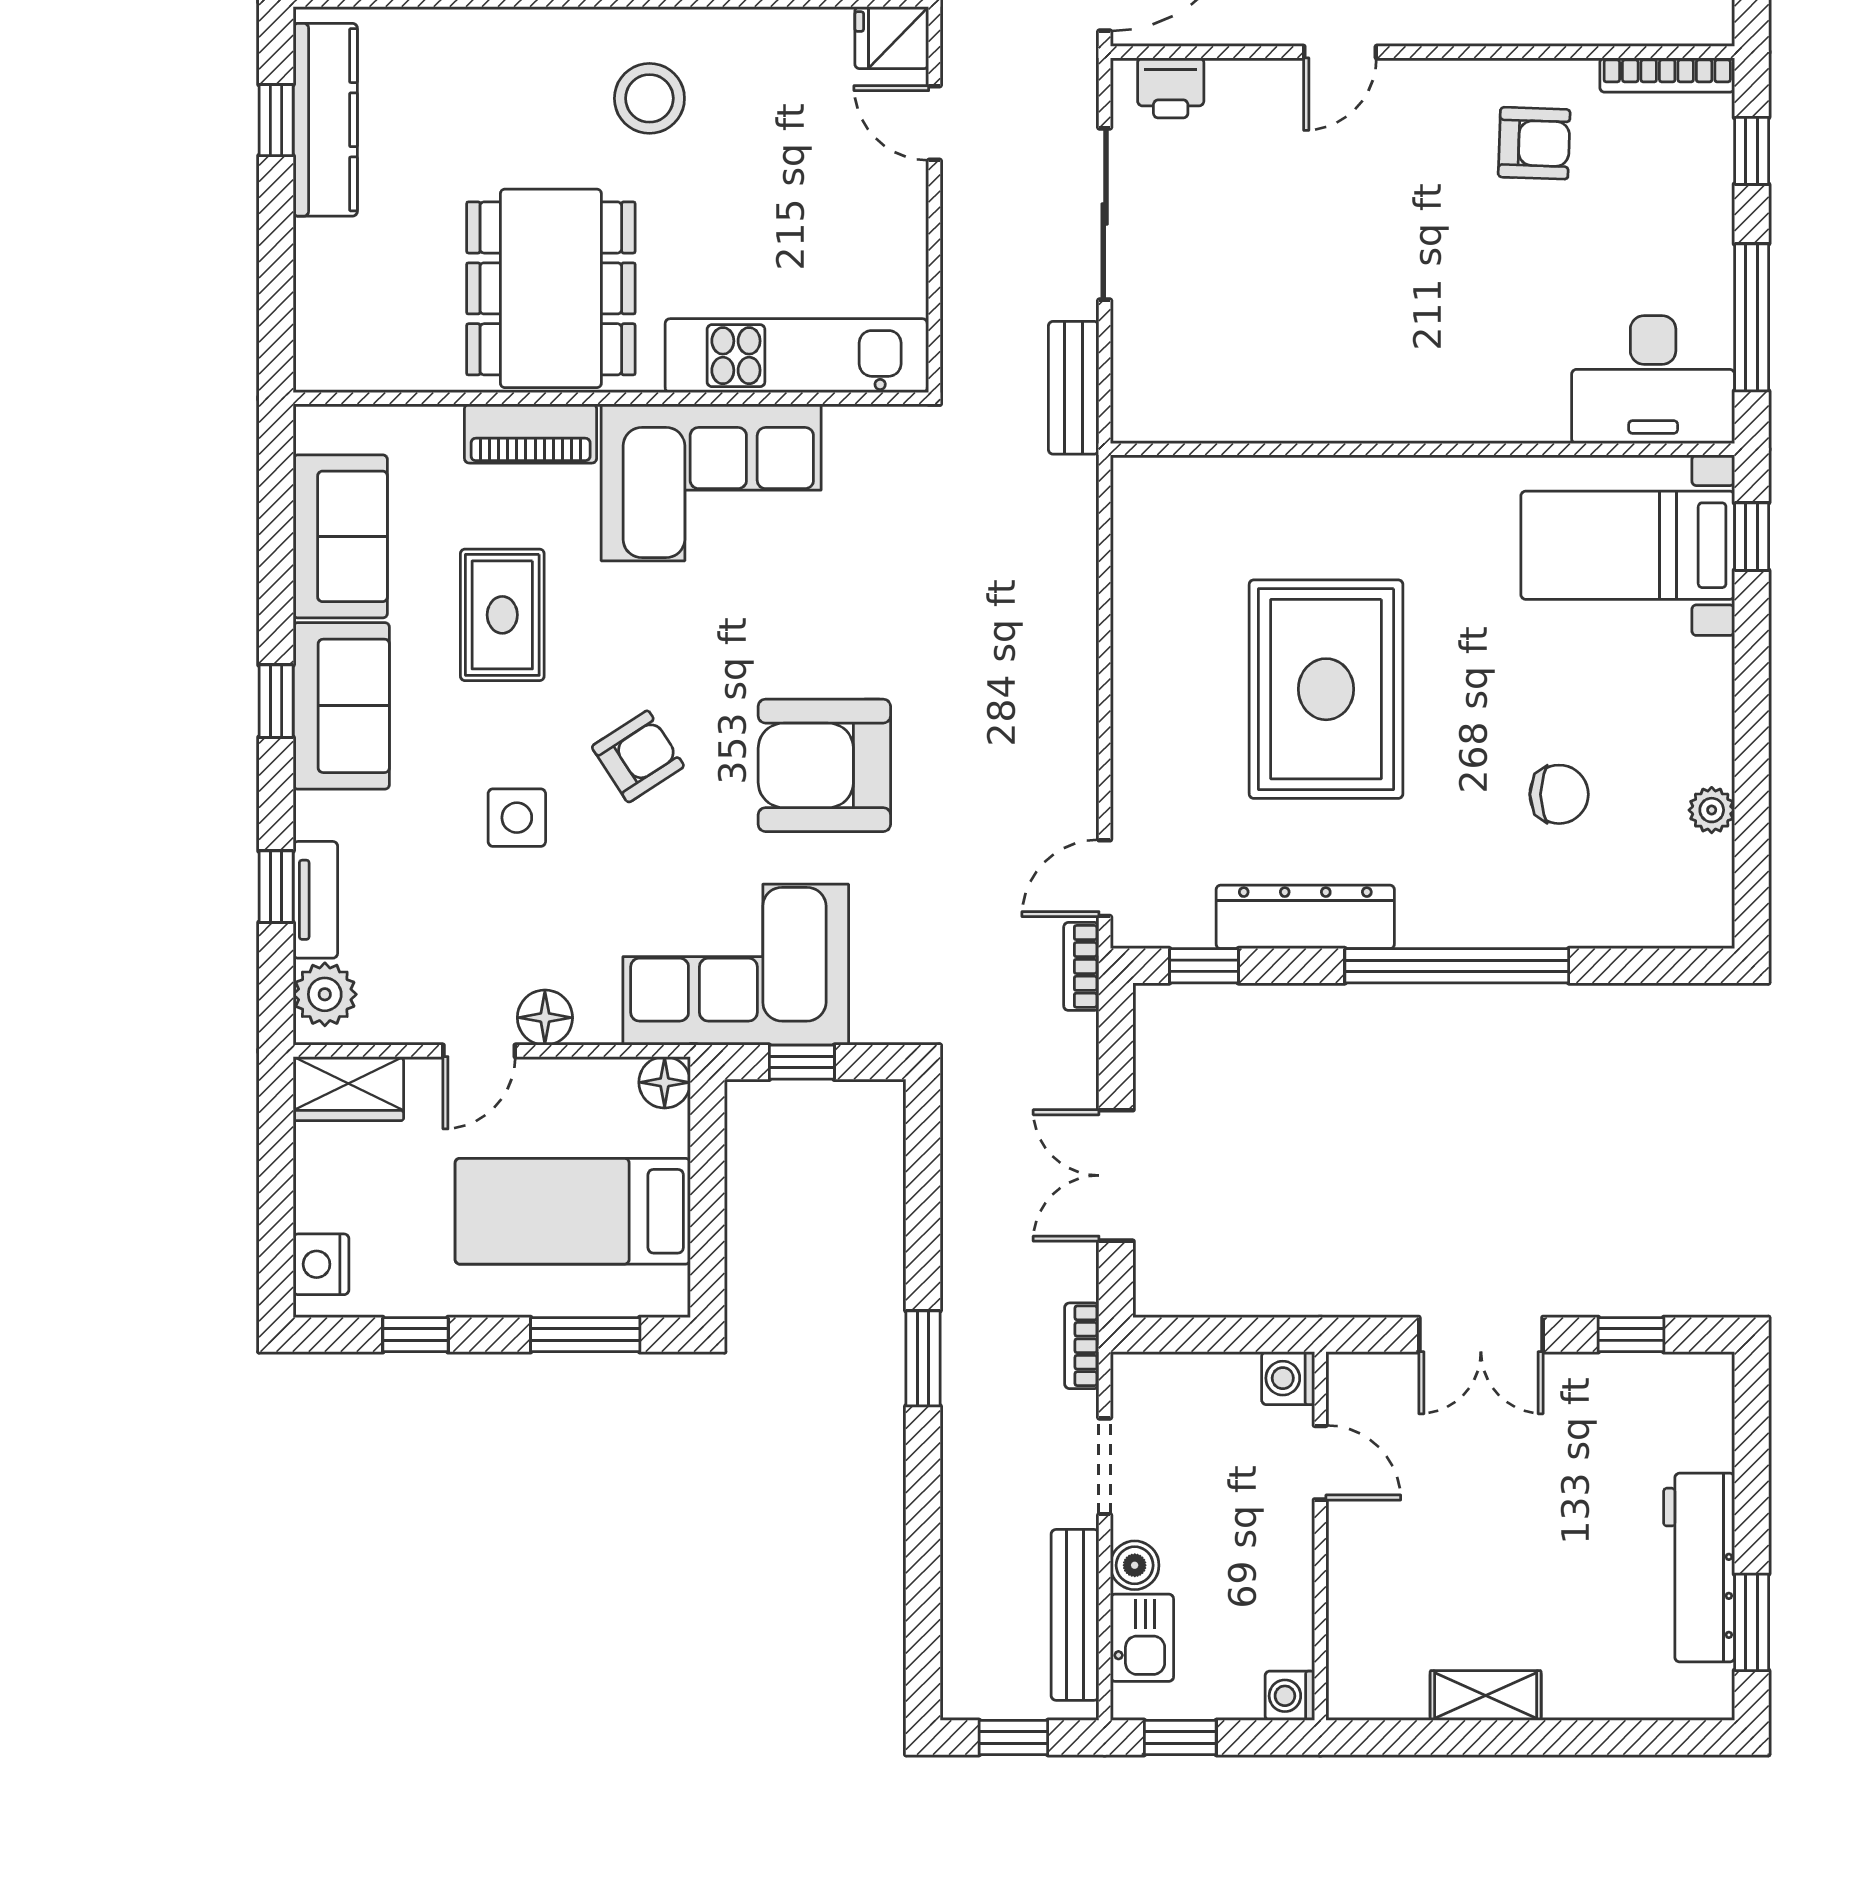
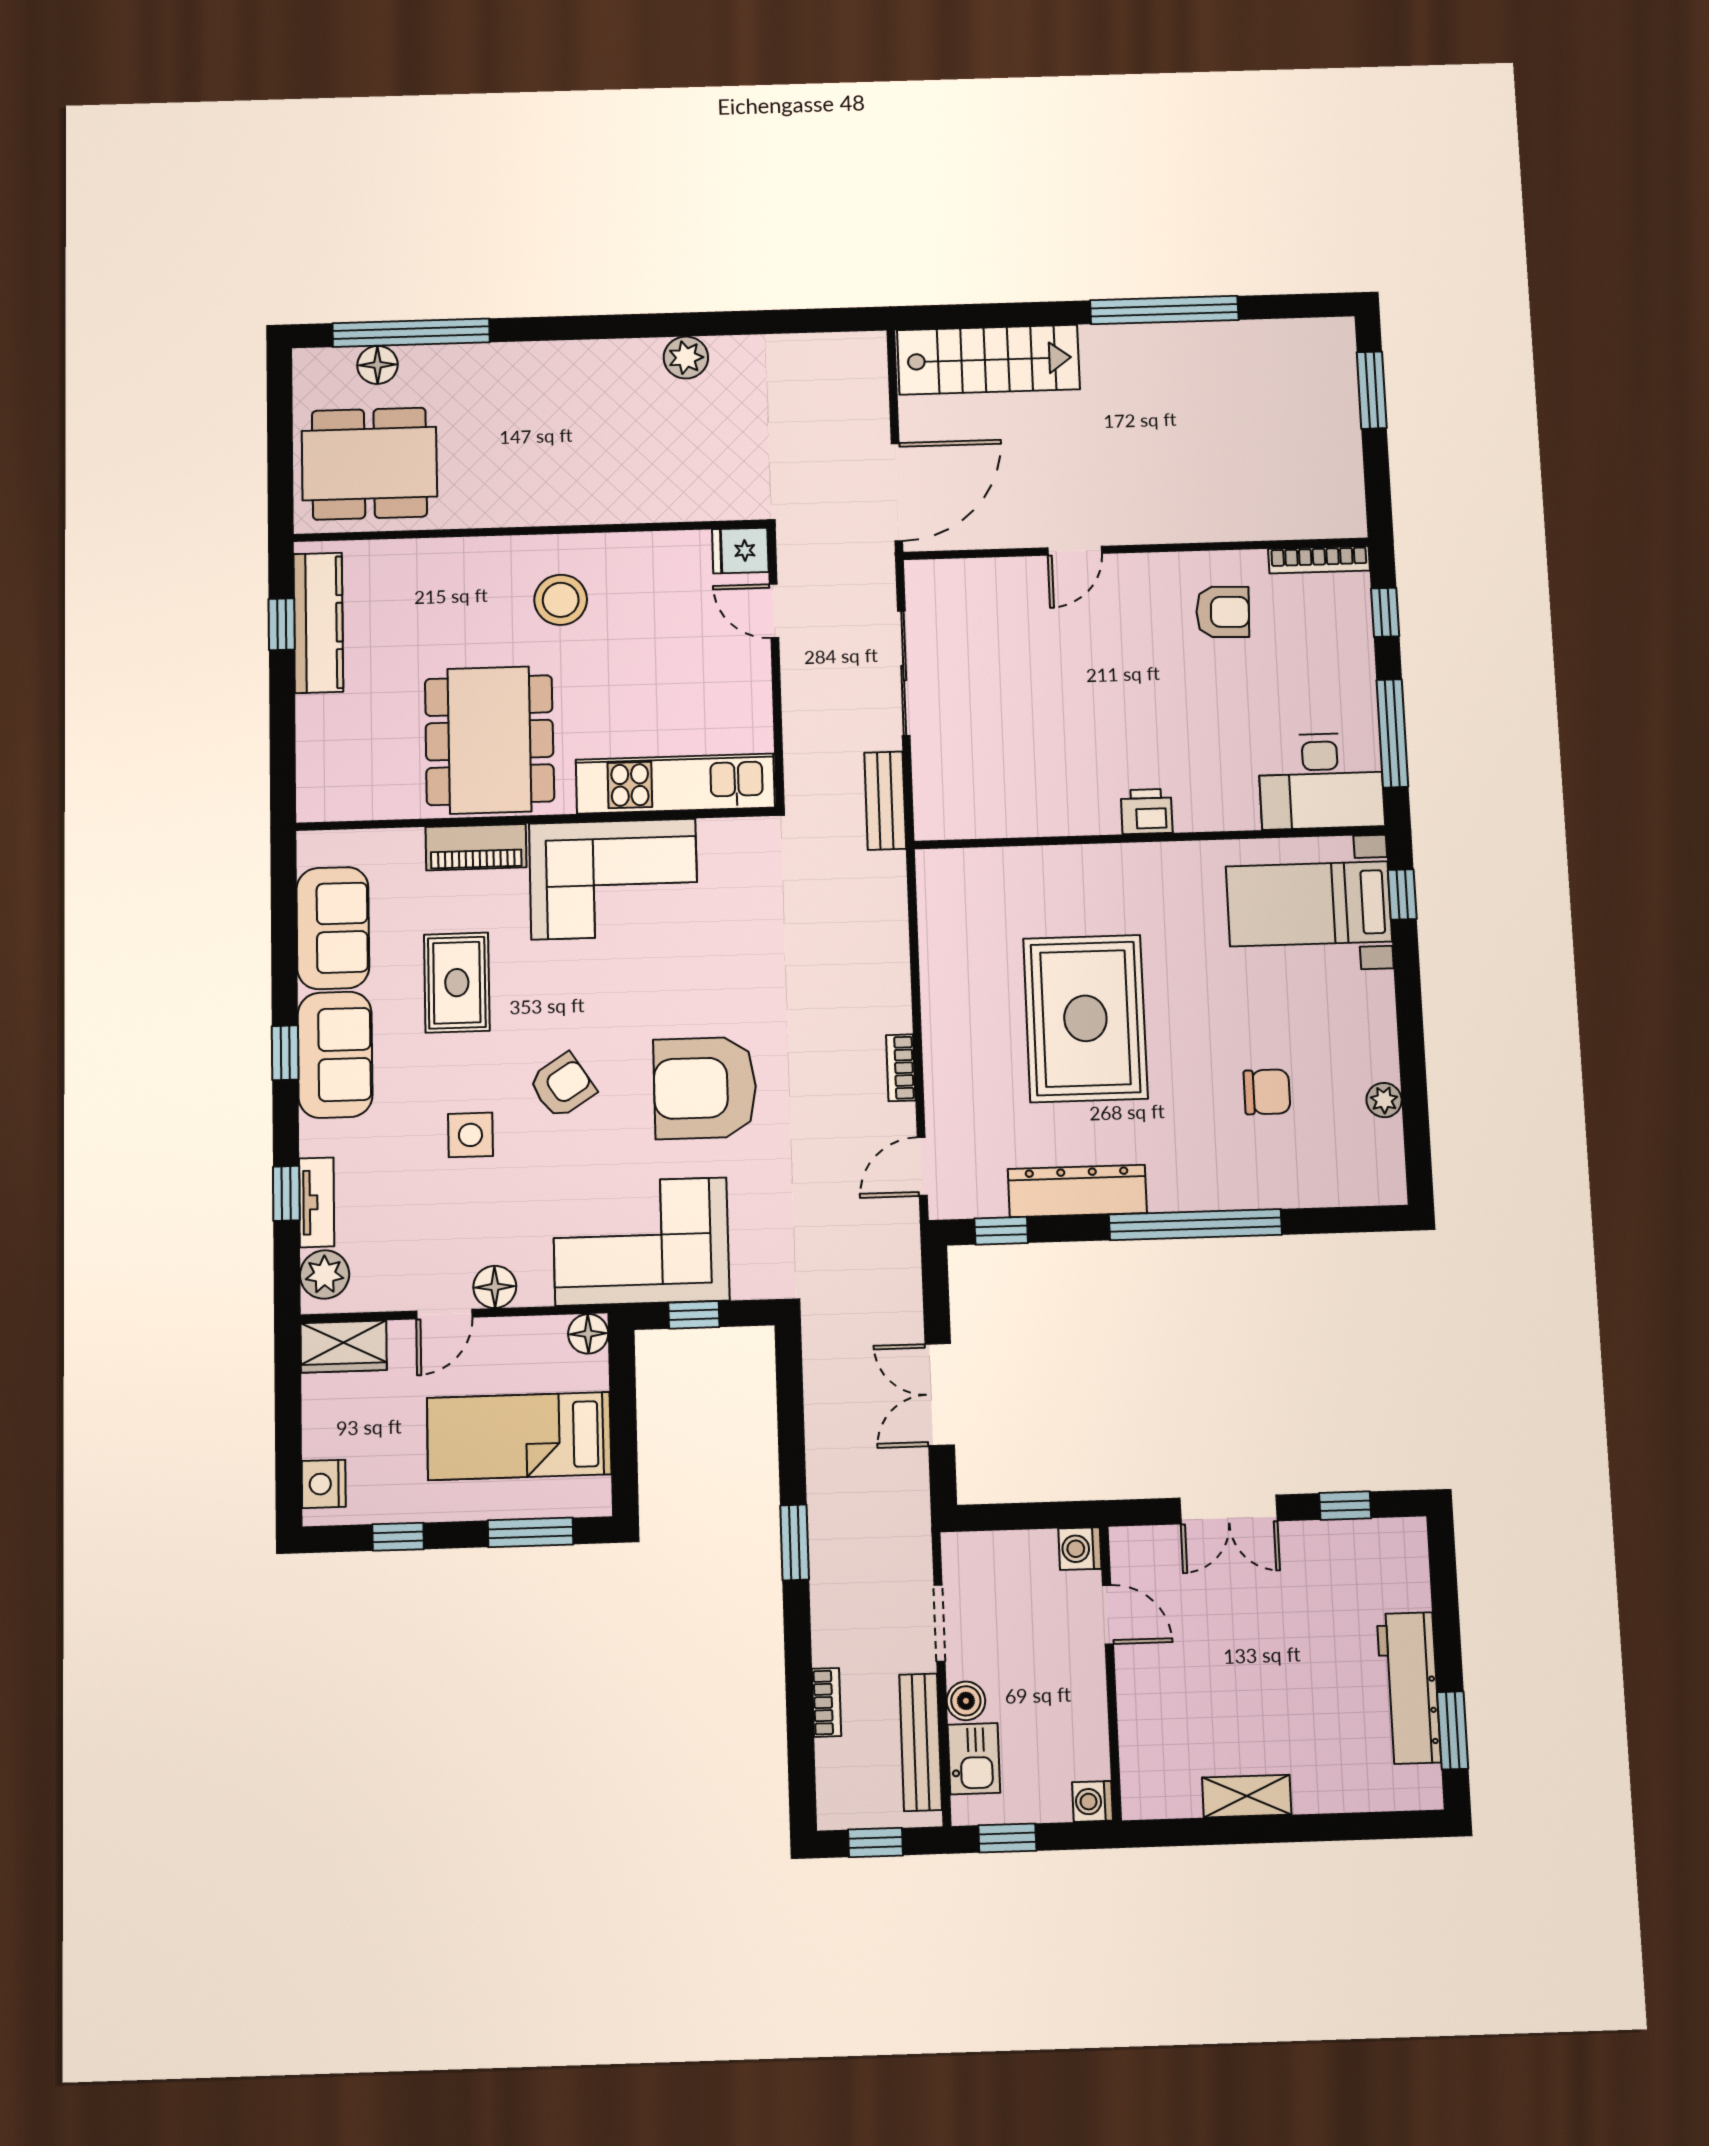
printer: (1171, 88) -> (1147, 811), moved, turned 180
bookcase: (1081, 966) -> (901, 1068), moved
bookcase: (1082, 1346) -> (826, 1702), moved, turned 180

